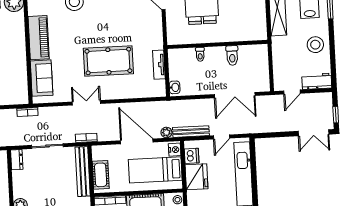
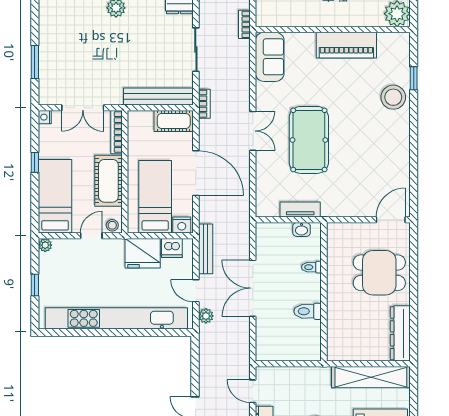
sofa: (42, 78) -> (270, 57), moved, turned -90
washbasin: (175, 87) -> (301, 229), moved
double door: (235, 95) -> (253, 288), moved
double door: (86, 103) -> (253, 131), moved
plant: (166, 132) -> (206, 316), moved
door: (137, 141) -> (196, 173), hinge flipped
cot: (101, 175) -> (174, 121), moved

